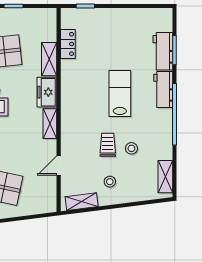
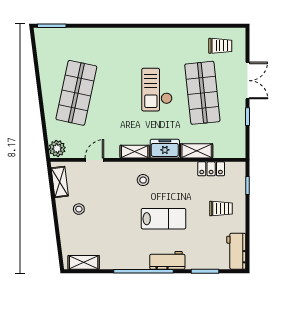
workbench: (163, 51) -> (236, 251), moved, turned -90
trolley: (108, 145) -> (221, 209), moved
stool: (131, 148) -> (143, 180), moved
door: (59, 165) -> (94, 160), hinge flipped
plant: (47, 204) -> (57, 148), added

